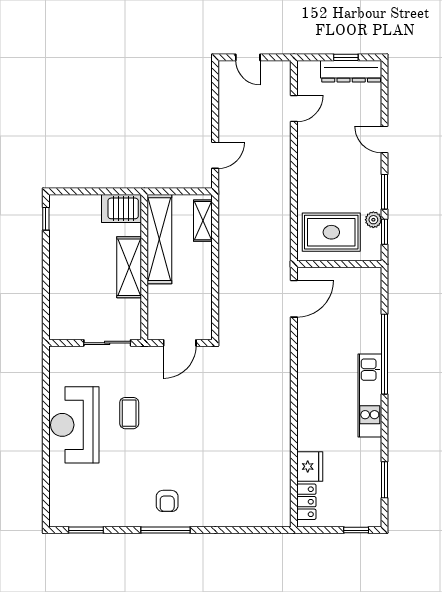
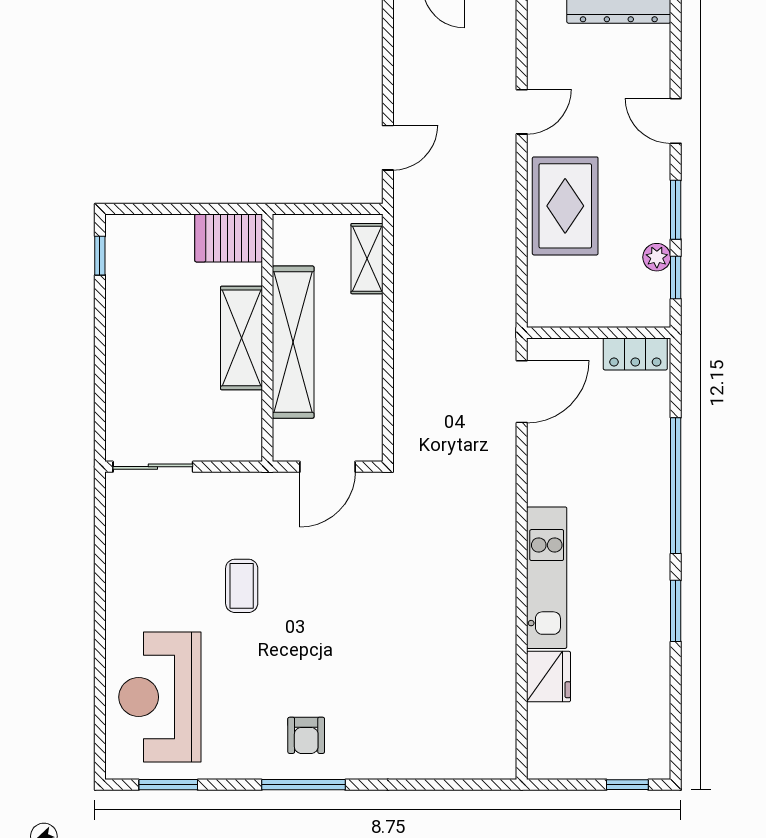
door: (294, 109) -> (522, 112), moved
rug: (331, 232) -> (565, 206), moved, turned 90
shelving: (159, 239) -> (293, 342), moved
sliding door: (107, 343) -> (153, 467), moved
kitchen unit: (370, 395) -> (547, 578), moved, turned 180
reception desk: (75, 425) -> (160, 697), moved
window: (385, 480) -> (676, 611), moved
locker: (306, 502) -> (635, 354), moved, turned 90

